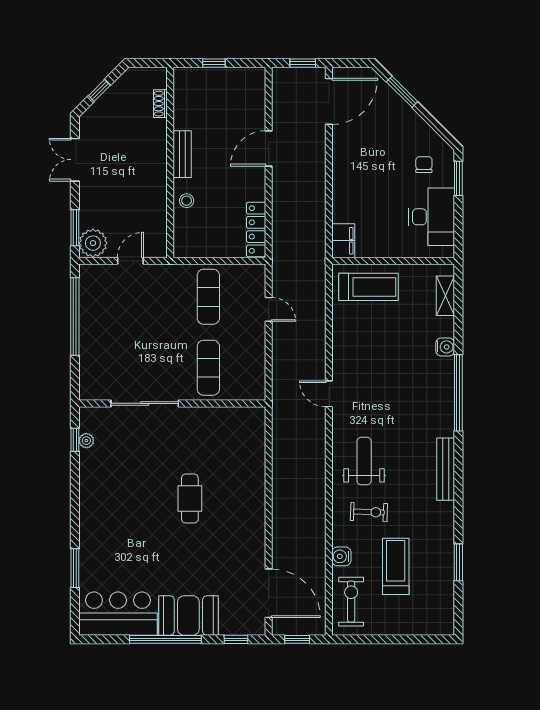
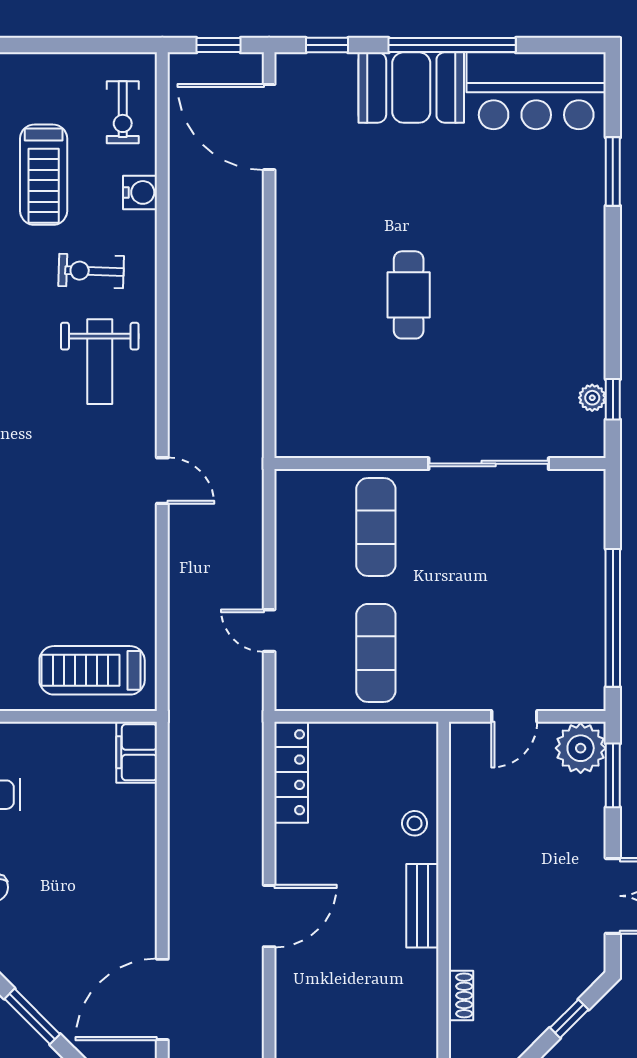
exercise bike: (351, 602) -> (123, 112), width x0.73, depth x0.72

